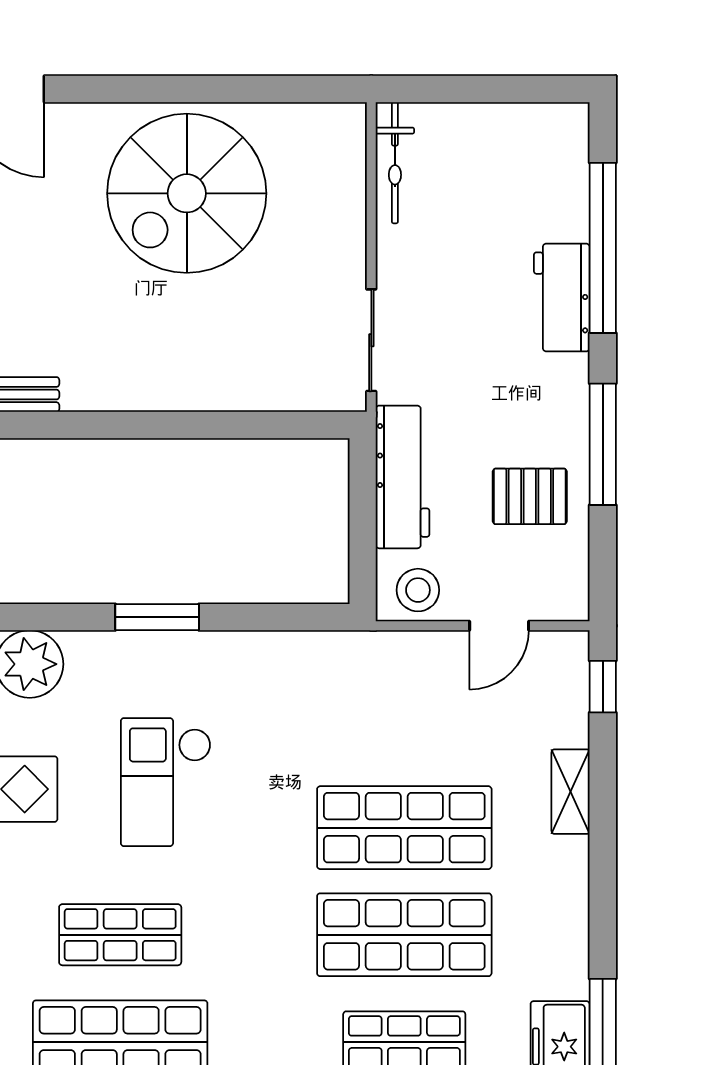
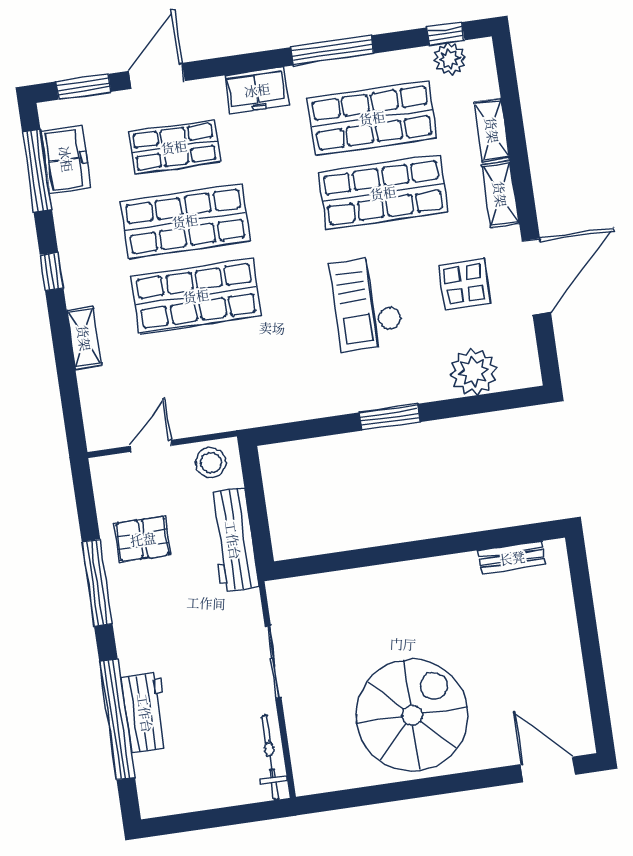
workbench: (562, 297) -> (145, 713), moved
sliding door: (371, 340) -> (273, 662), moved
window: (603, 687) -> (52, 272), moved
checkout: (166, 782) -> (367, 303), turned 180
shop shelf: (120, 935) -> (383, 193), width x1.43, depth x1.36

